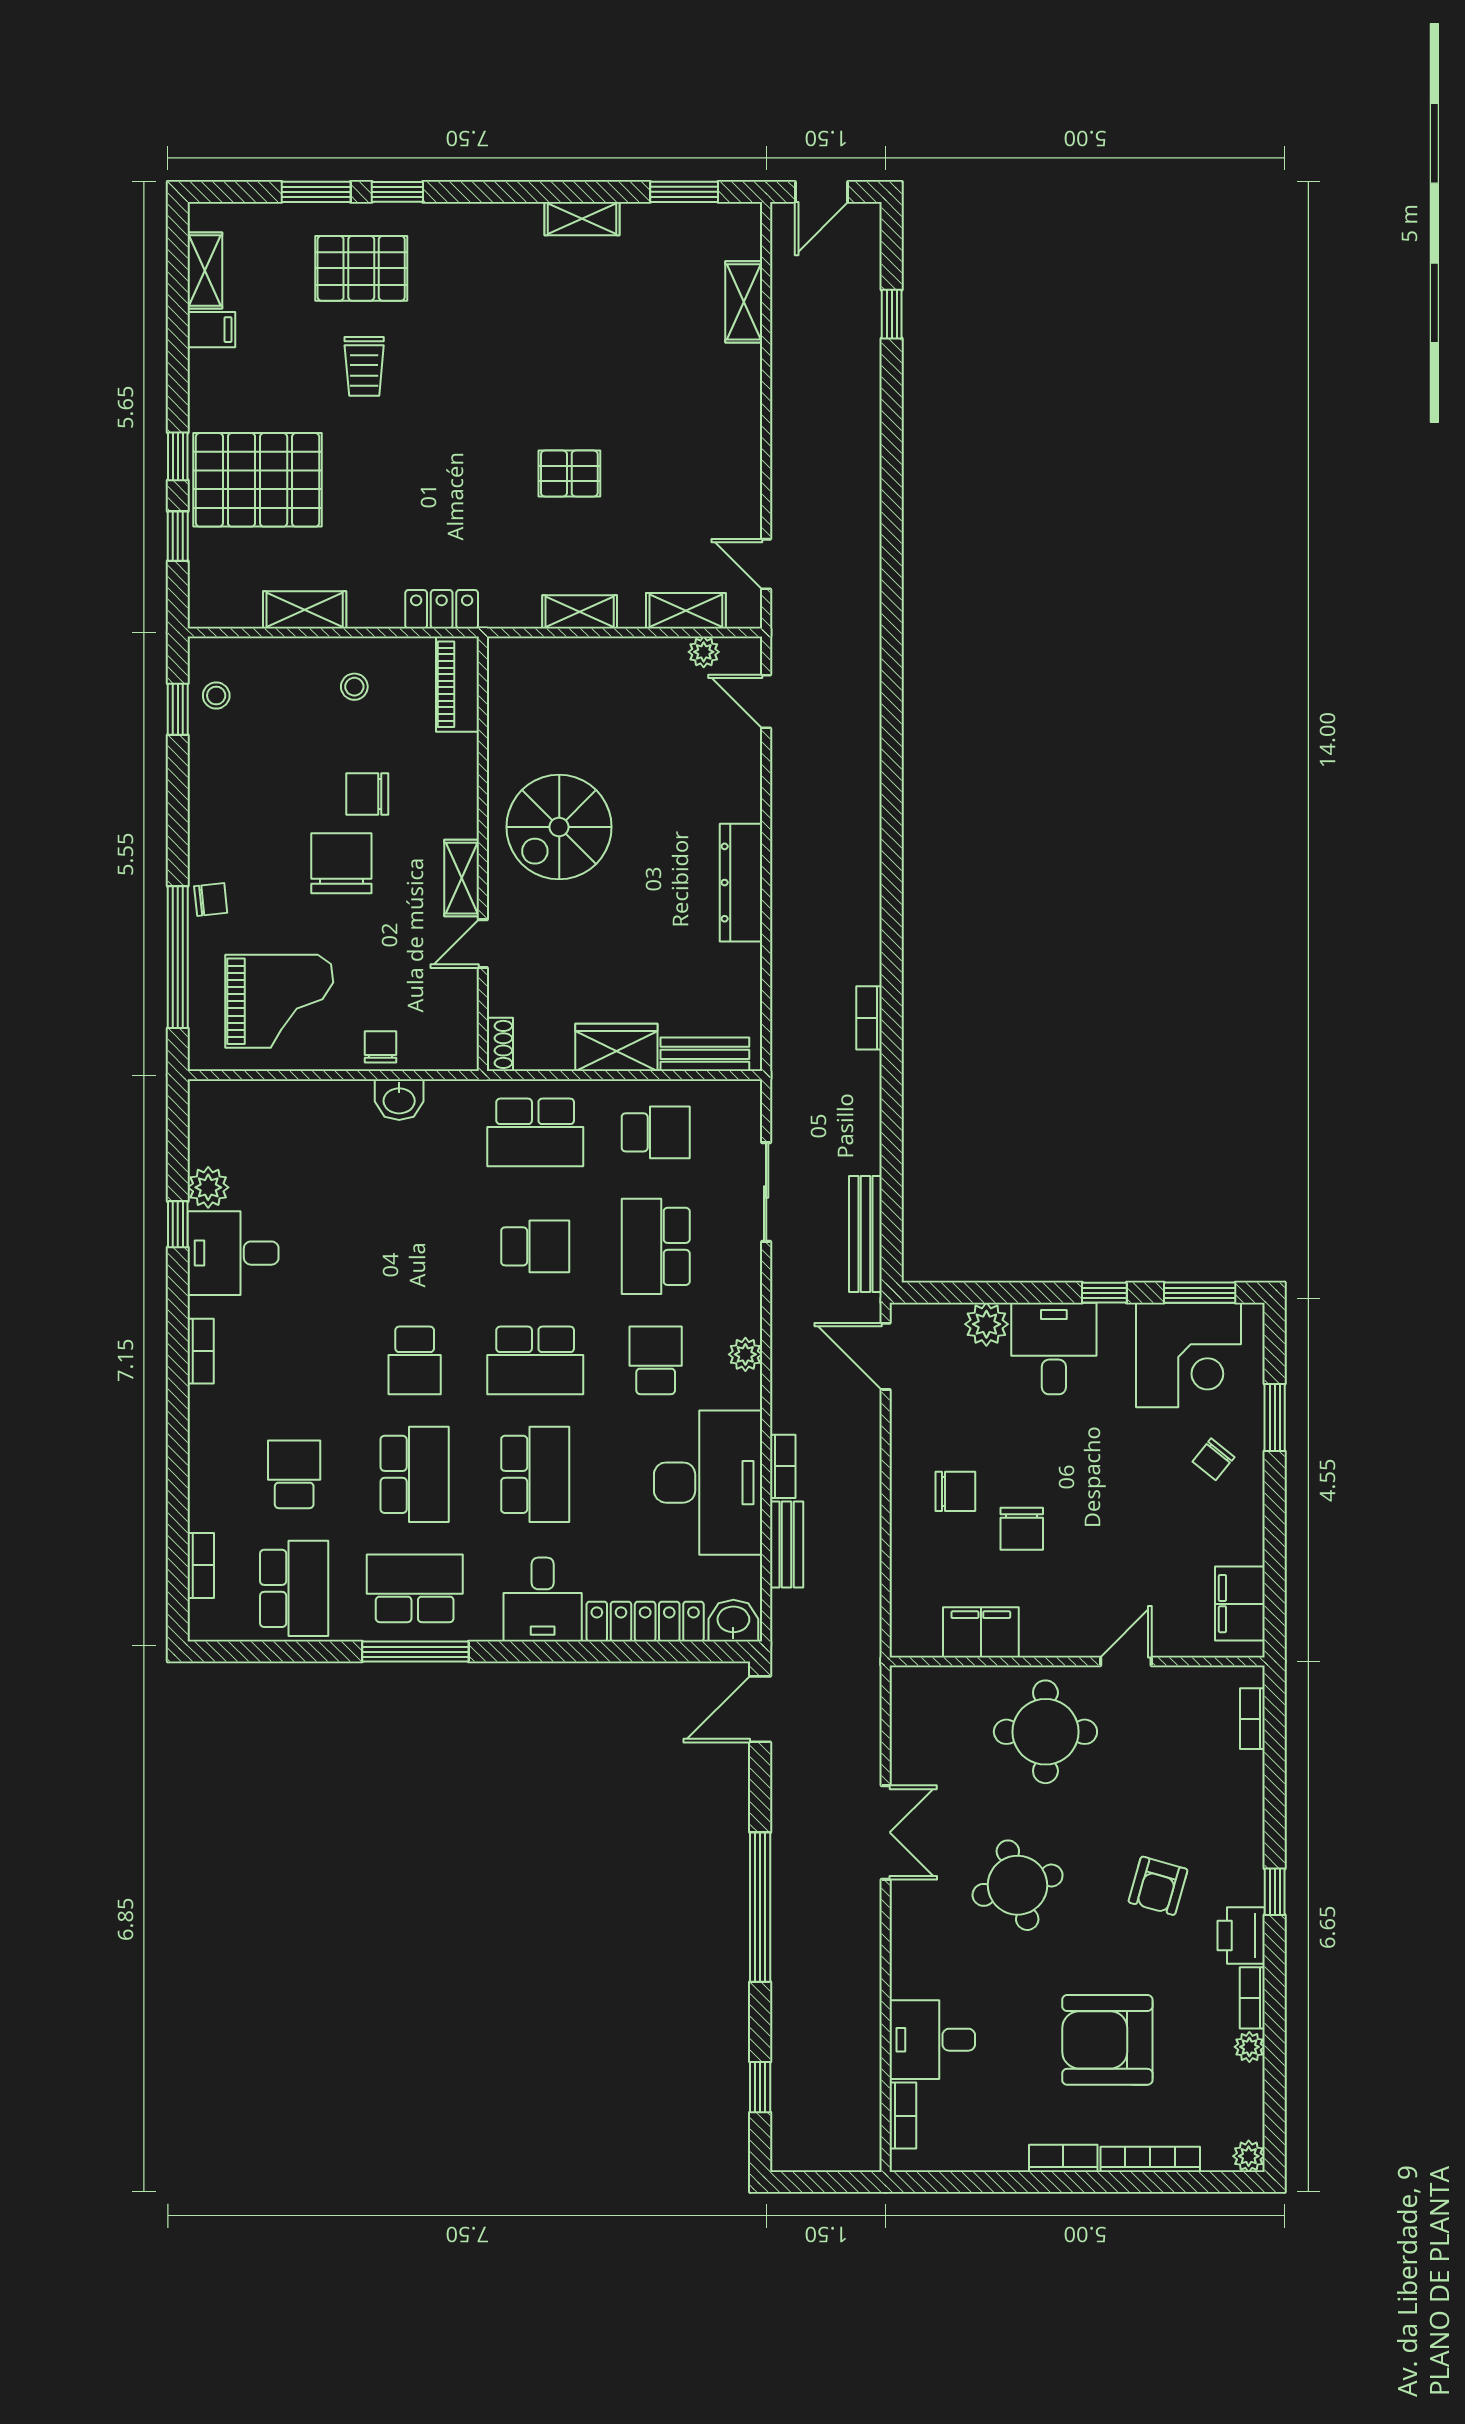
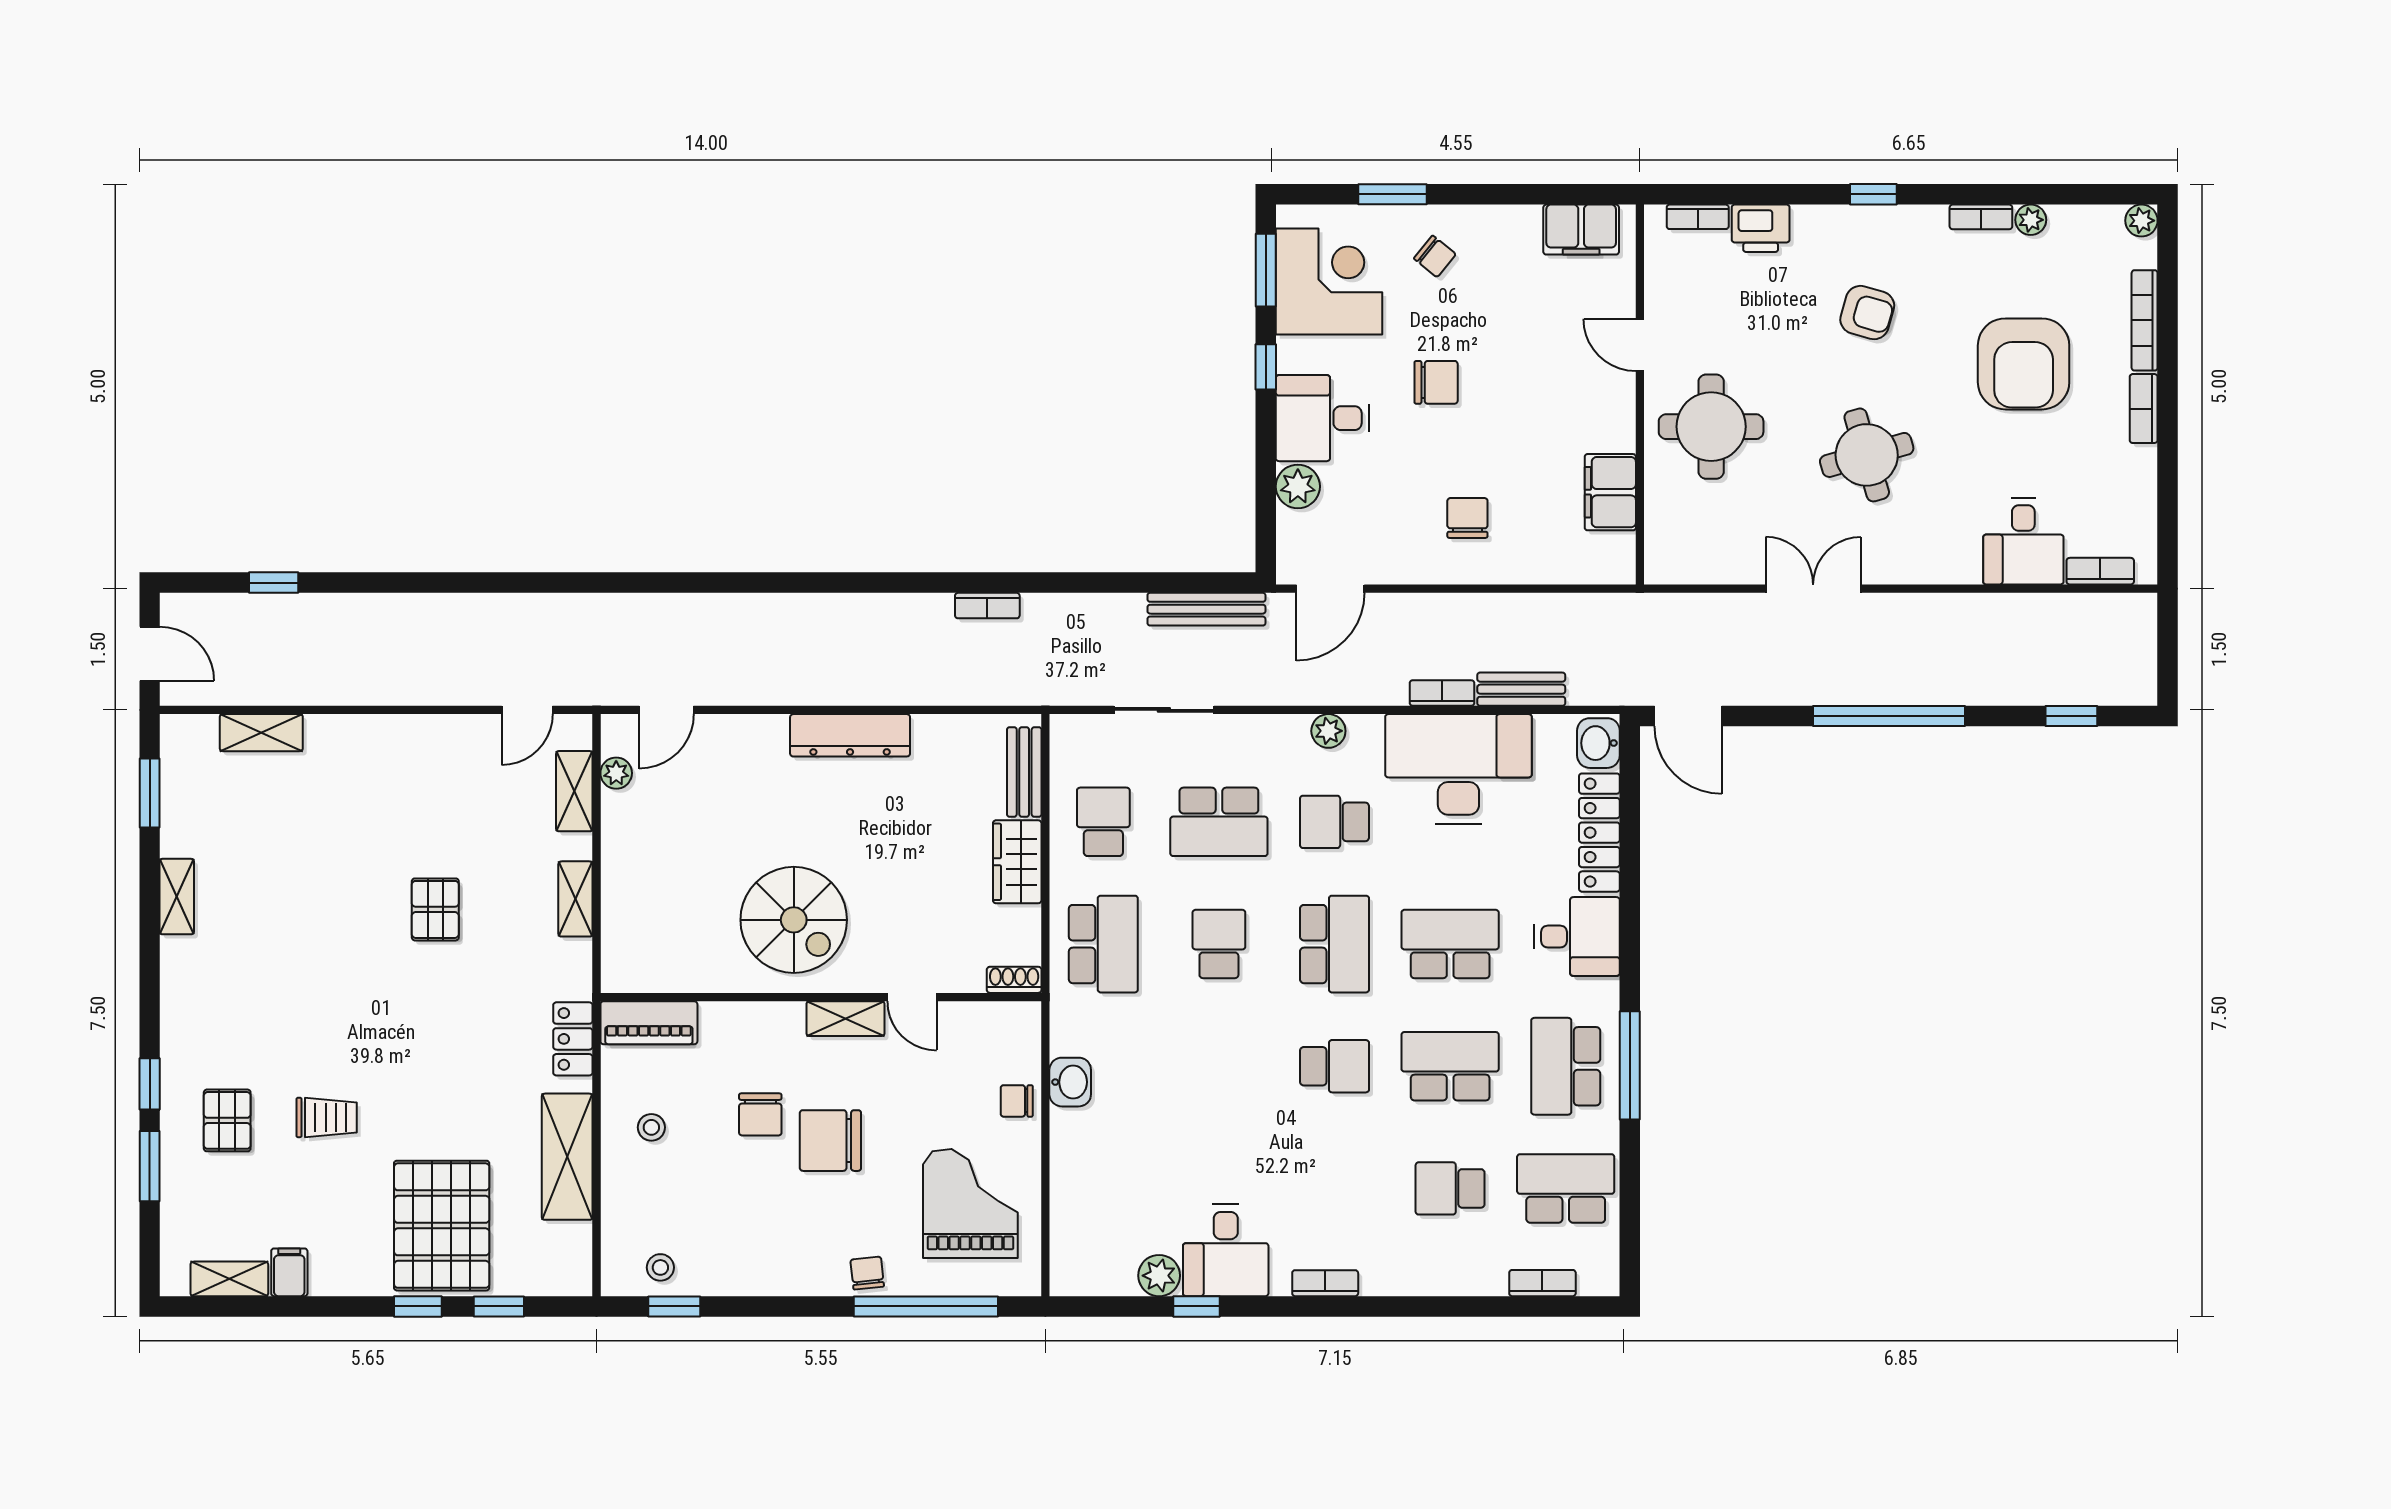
pallet: (361, 268) -> (227, 1120), width x0.67, depth x0.71
shelving: (305, 610) -> (567, 1157), width x1.50, depth x1.33
chair: (1022, 1529) -> (1436, 382), moved
printer: (1241, 1935) -> (1761, 228), moved

